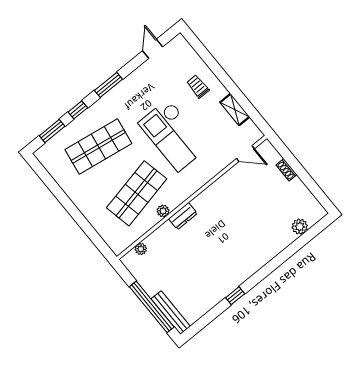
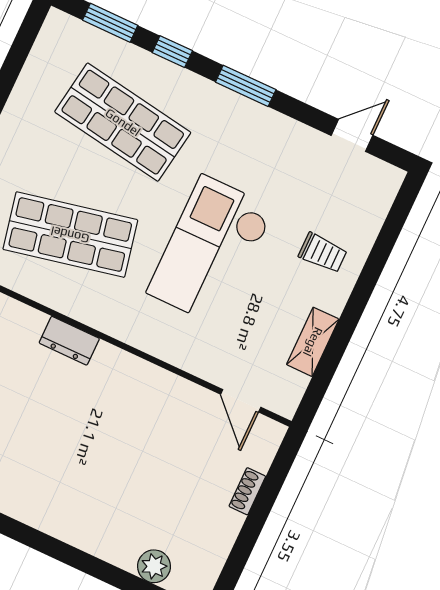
trolley: (198, 86) -> (323, 253), turned 90
plant: (163, 211) -> (61, 299), removed

